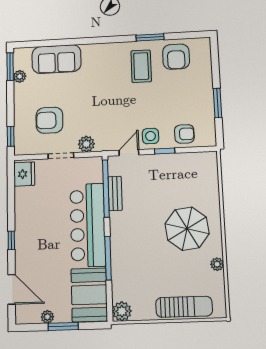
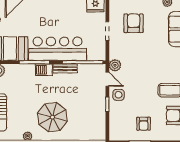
armchair: (184, 134) -> (144, 124), moved
plant: (86, 144) -> (115, 65), moved
bench: (115, 194) -> (65, 68), moved
barbecue: (119, 244) -> (44, 70), added

